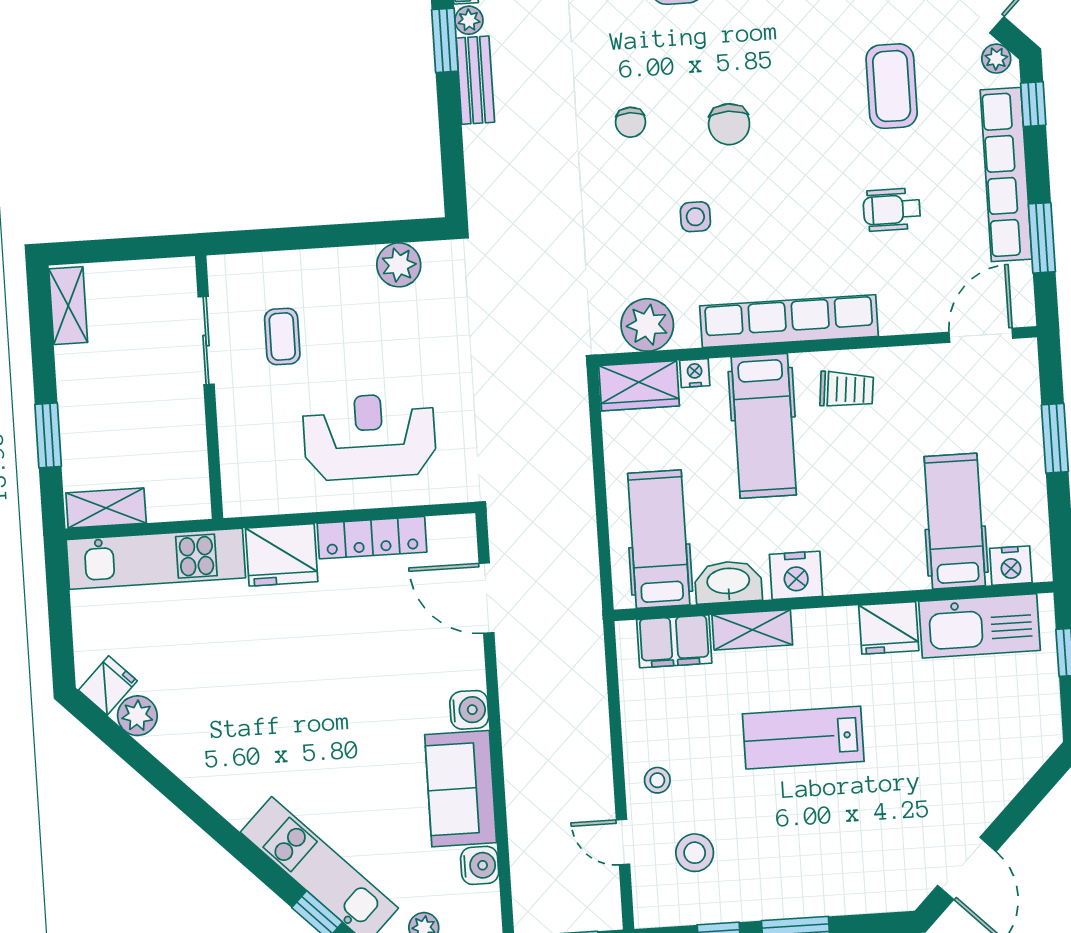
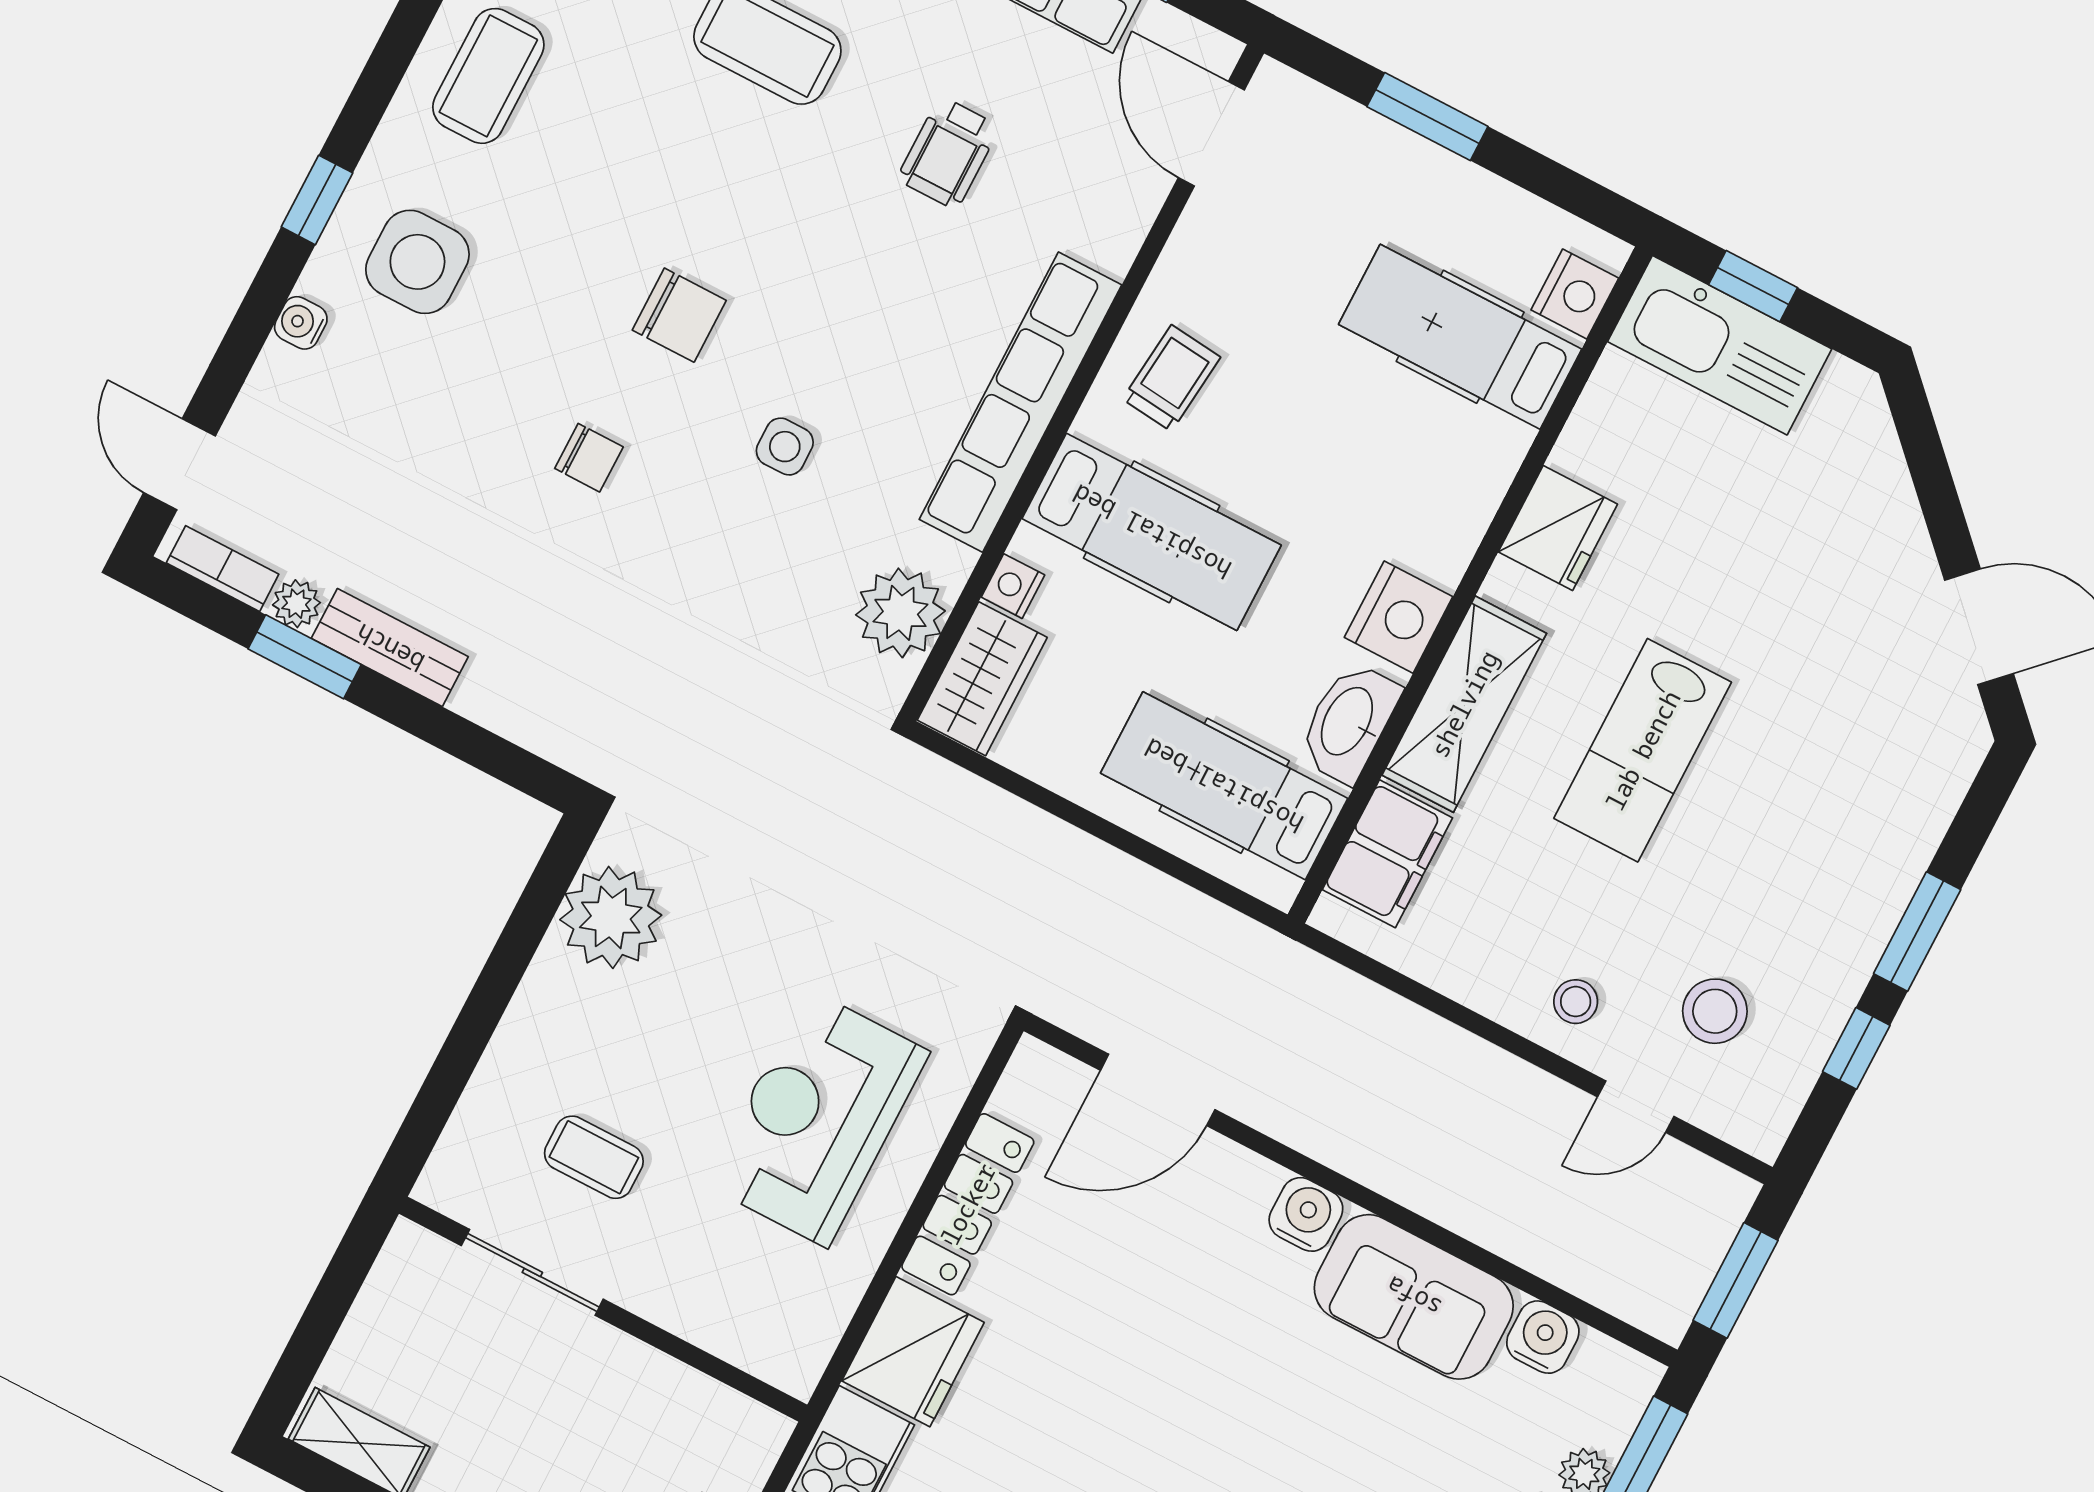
plant: (399, 265) -> (611, 917), width x1.36, depth x1.36
kitchen sink: (979, 626) -> (1720, 345), moved, turned 90
shelving: (752, 630) -> (1464, 704), width x1.50, depth x1.33

